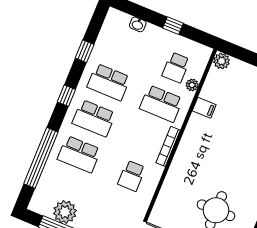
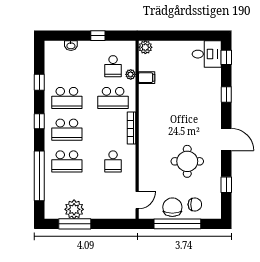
filing cabinet: (204, 108) -> (147, 78), moved

